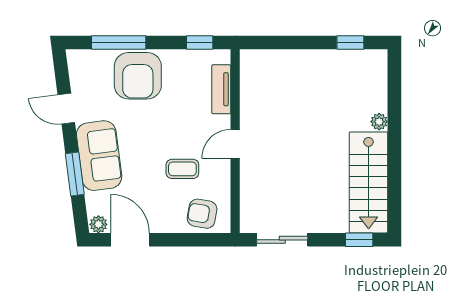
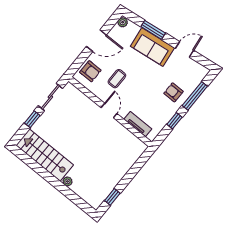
window: (200, 42) -> (174, 121), moved
armchair: (138, 76) -> (173, 92), width x0.53, depth x0.53
armchair: (202, 214) -> (90, 71), turned 80
door: (130, 240) -> (96, 41), moved
window: (359, 240) -> (32, 119), moved

